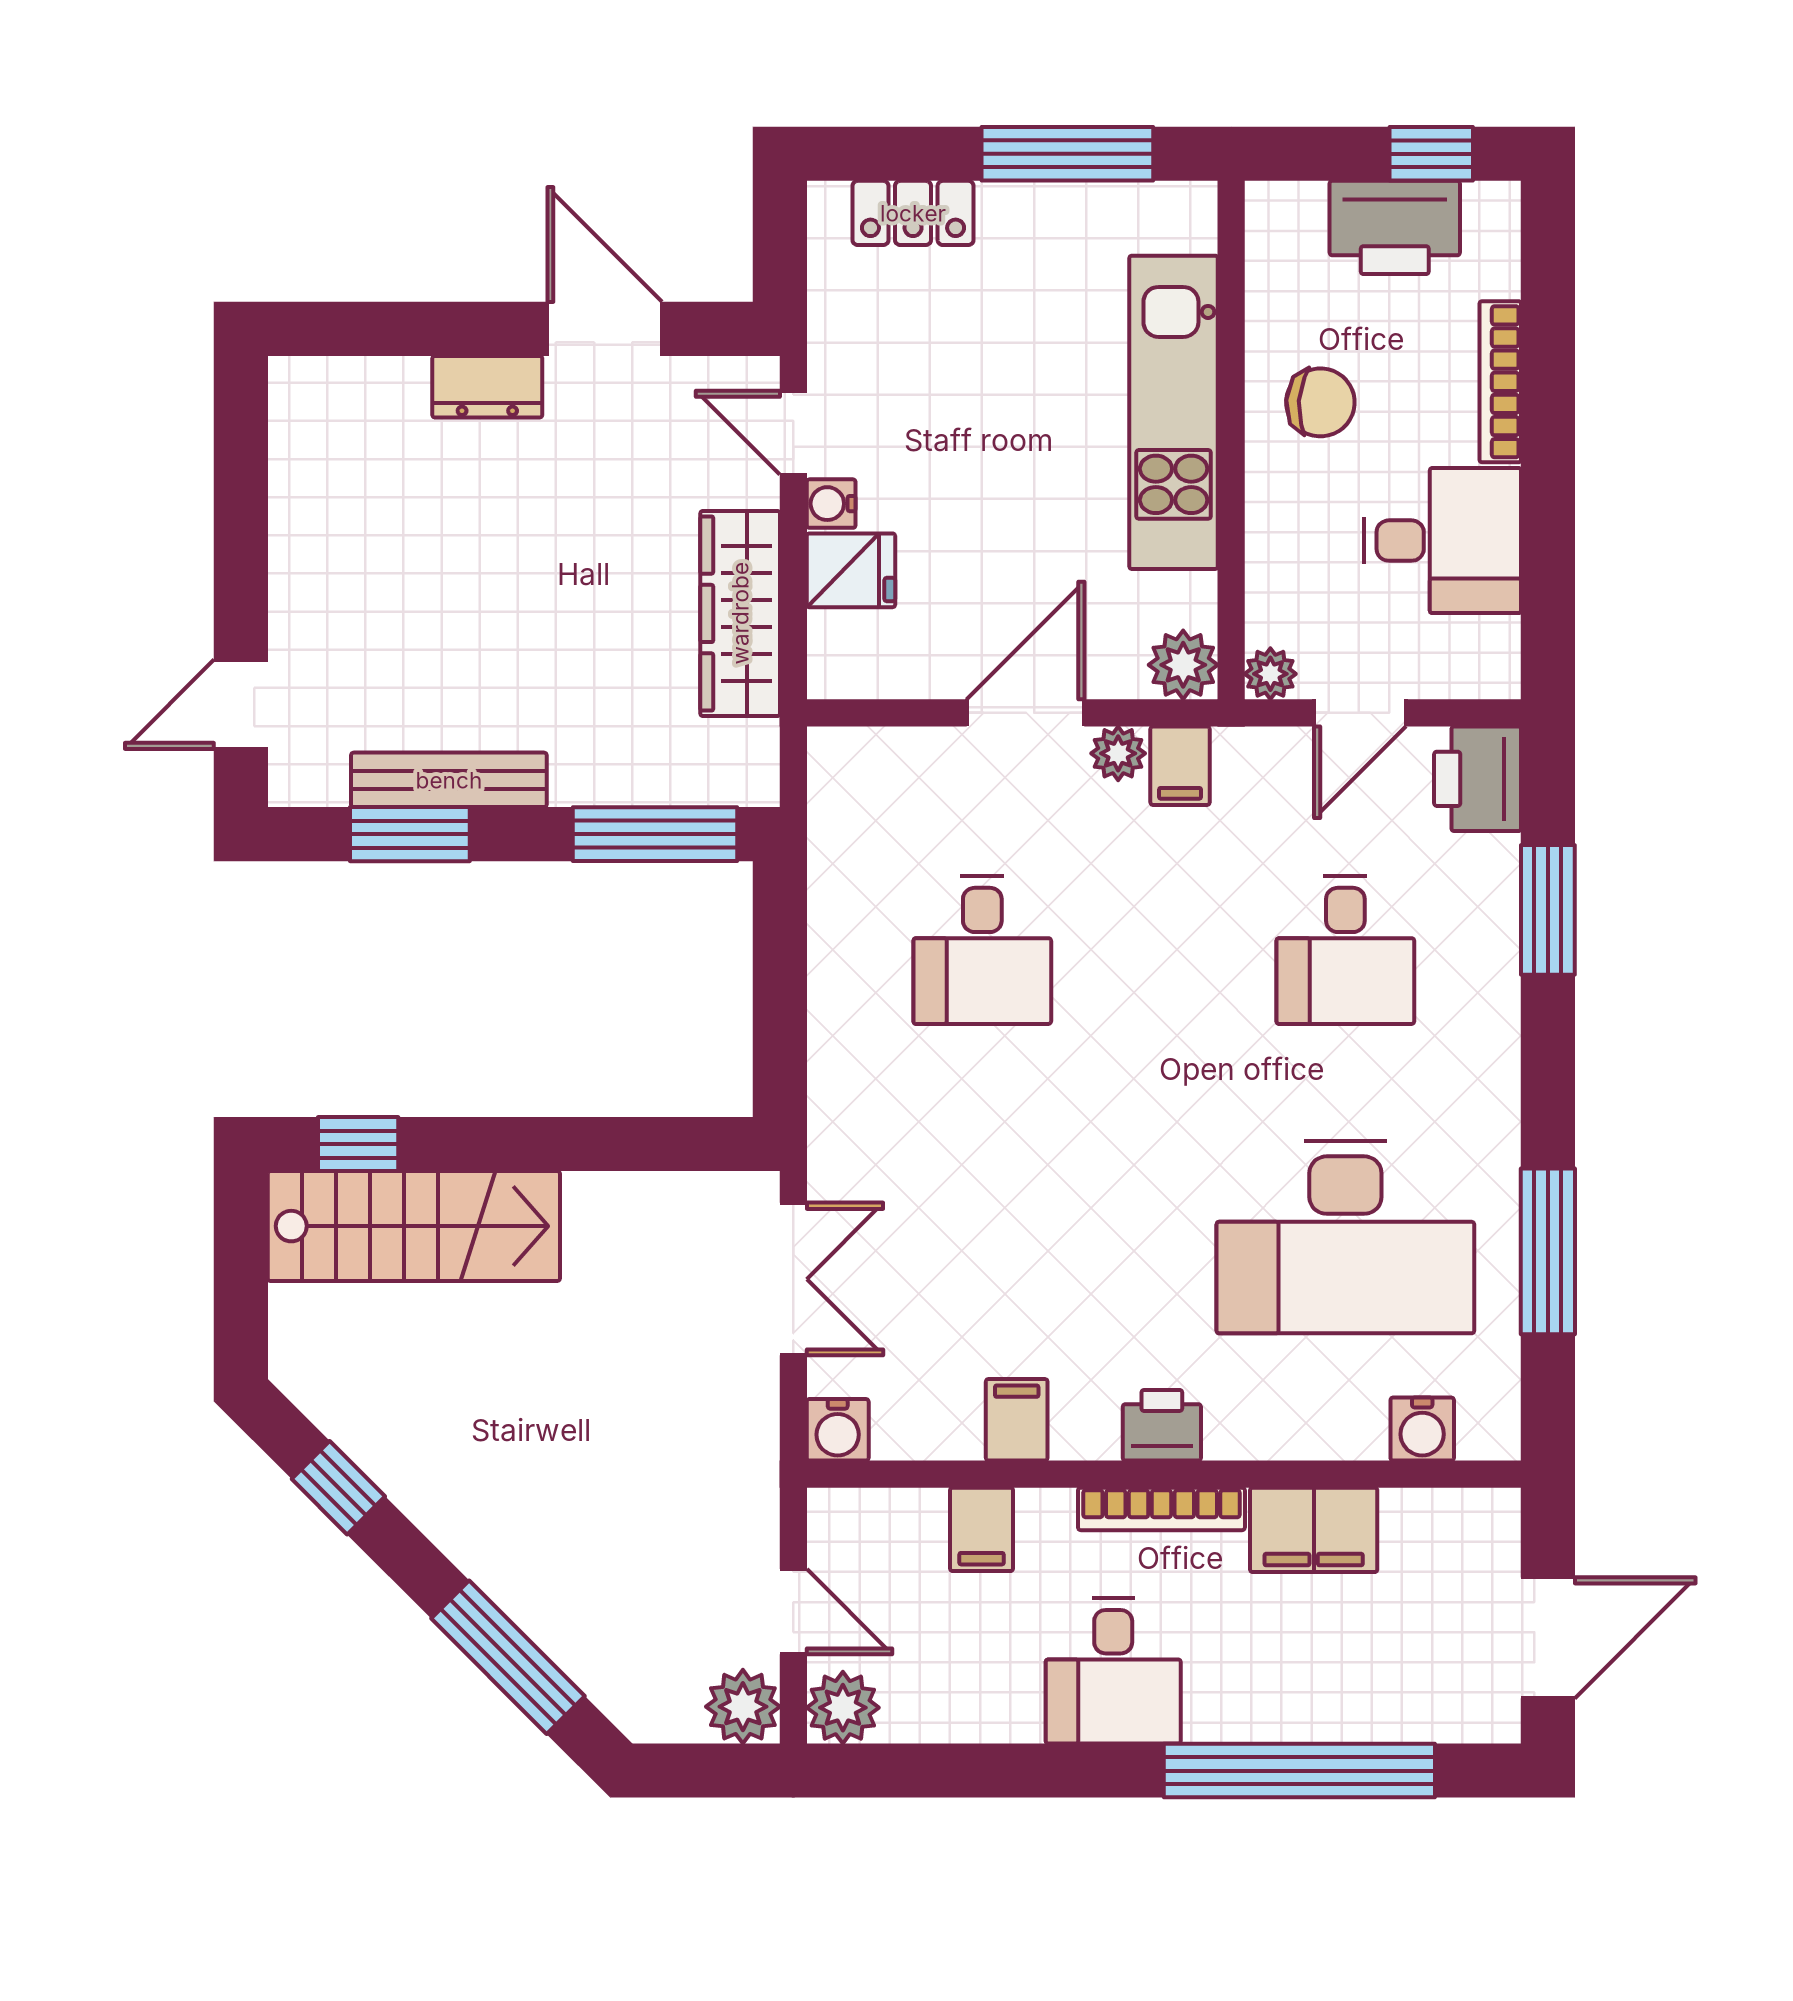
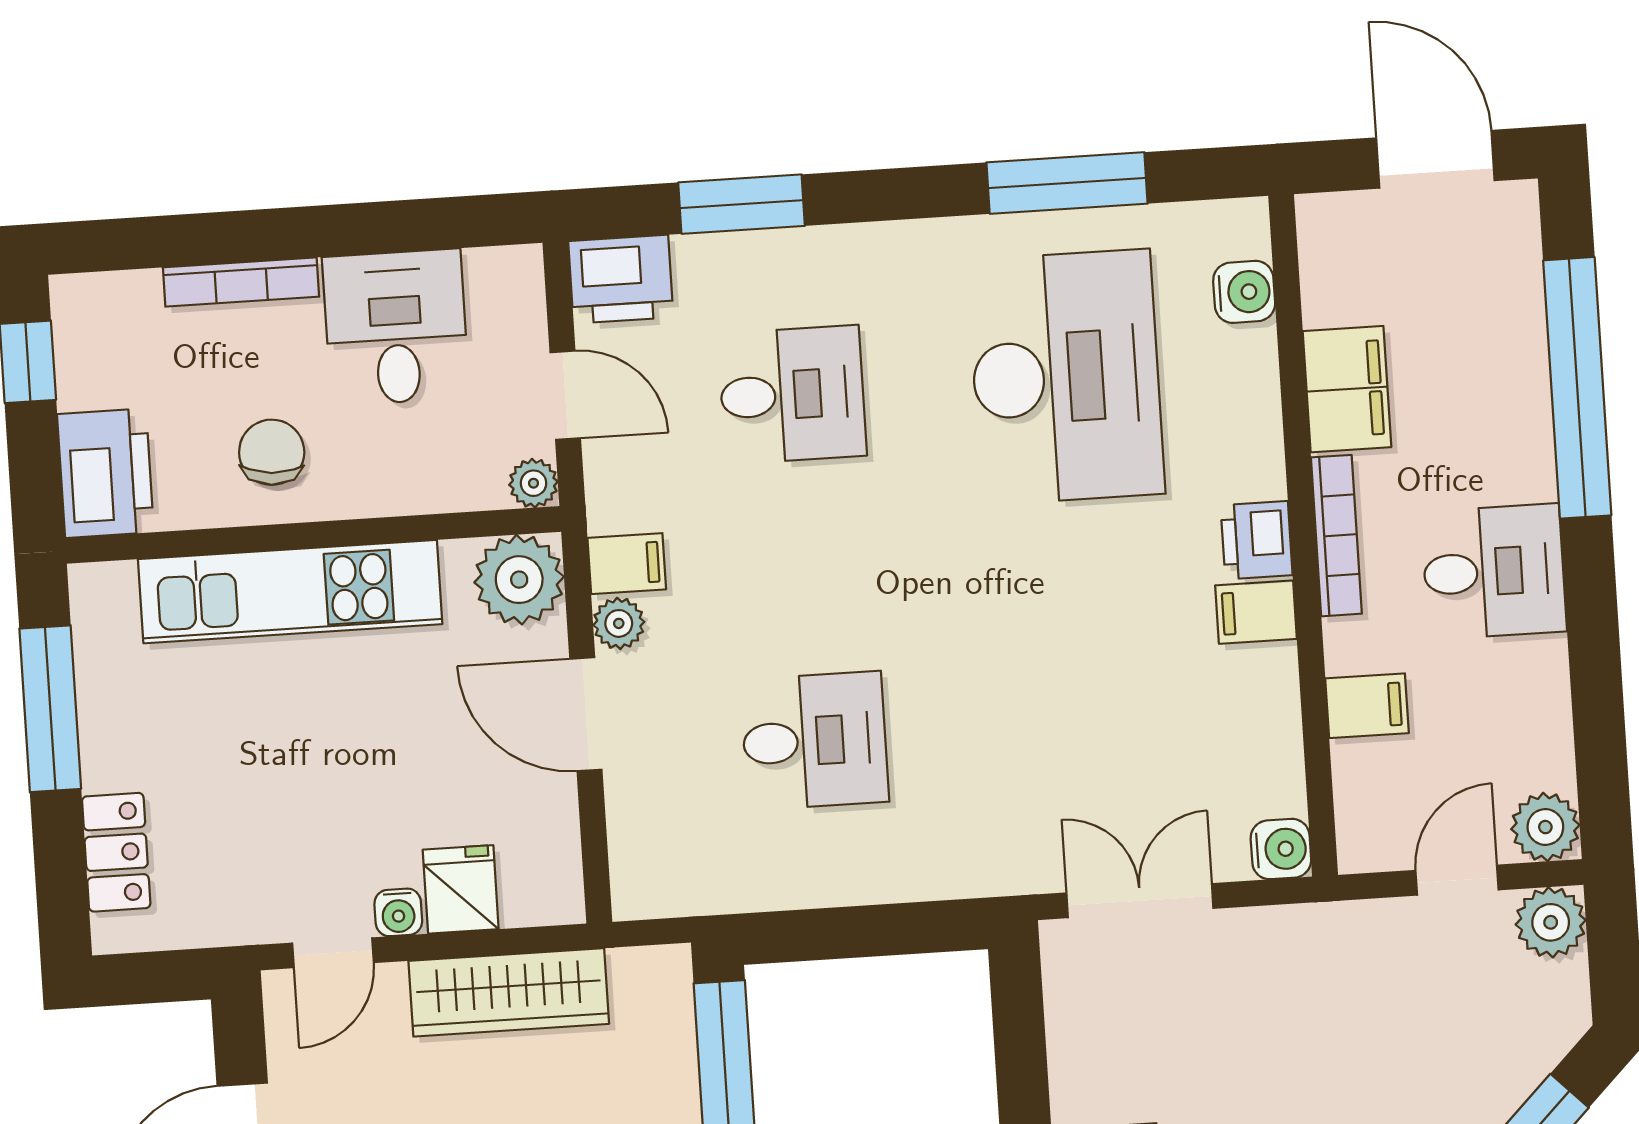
printer: (1395, 227) -> (106, 473), moved
plant: (1183, 665) -> (519, 580), width x1.36, depth x1.36
filing cabinet: (1017, 1420) -> (1256, 612), moved

